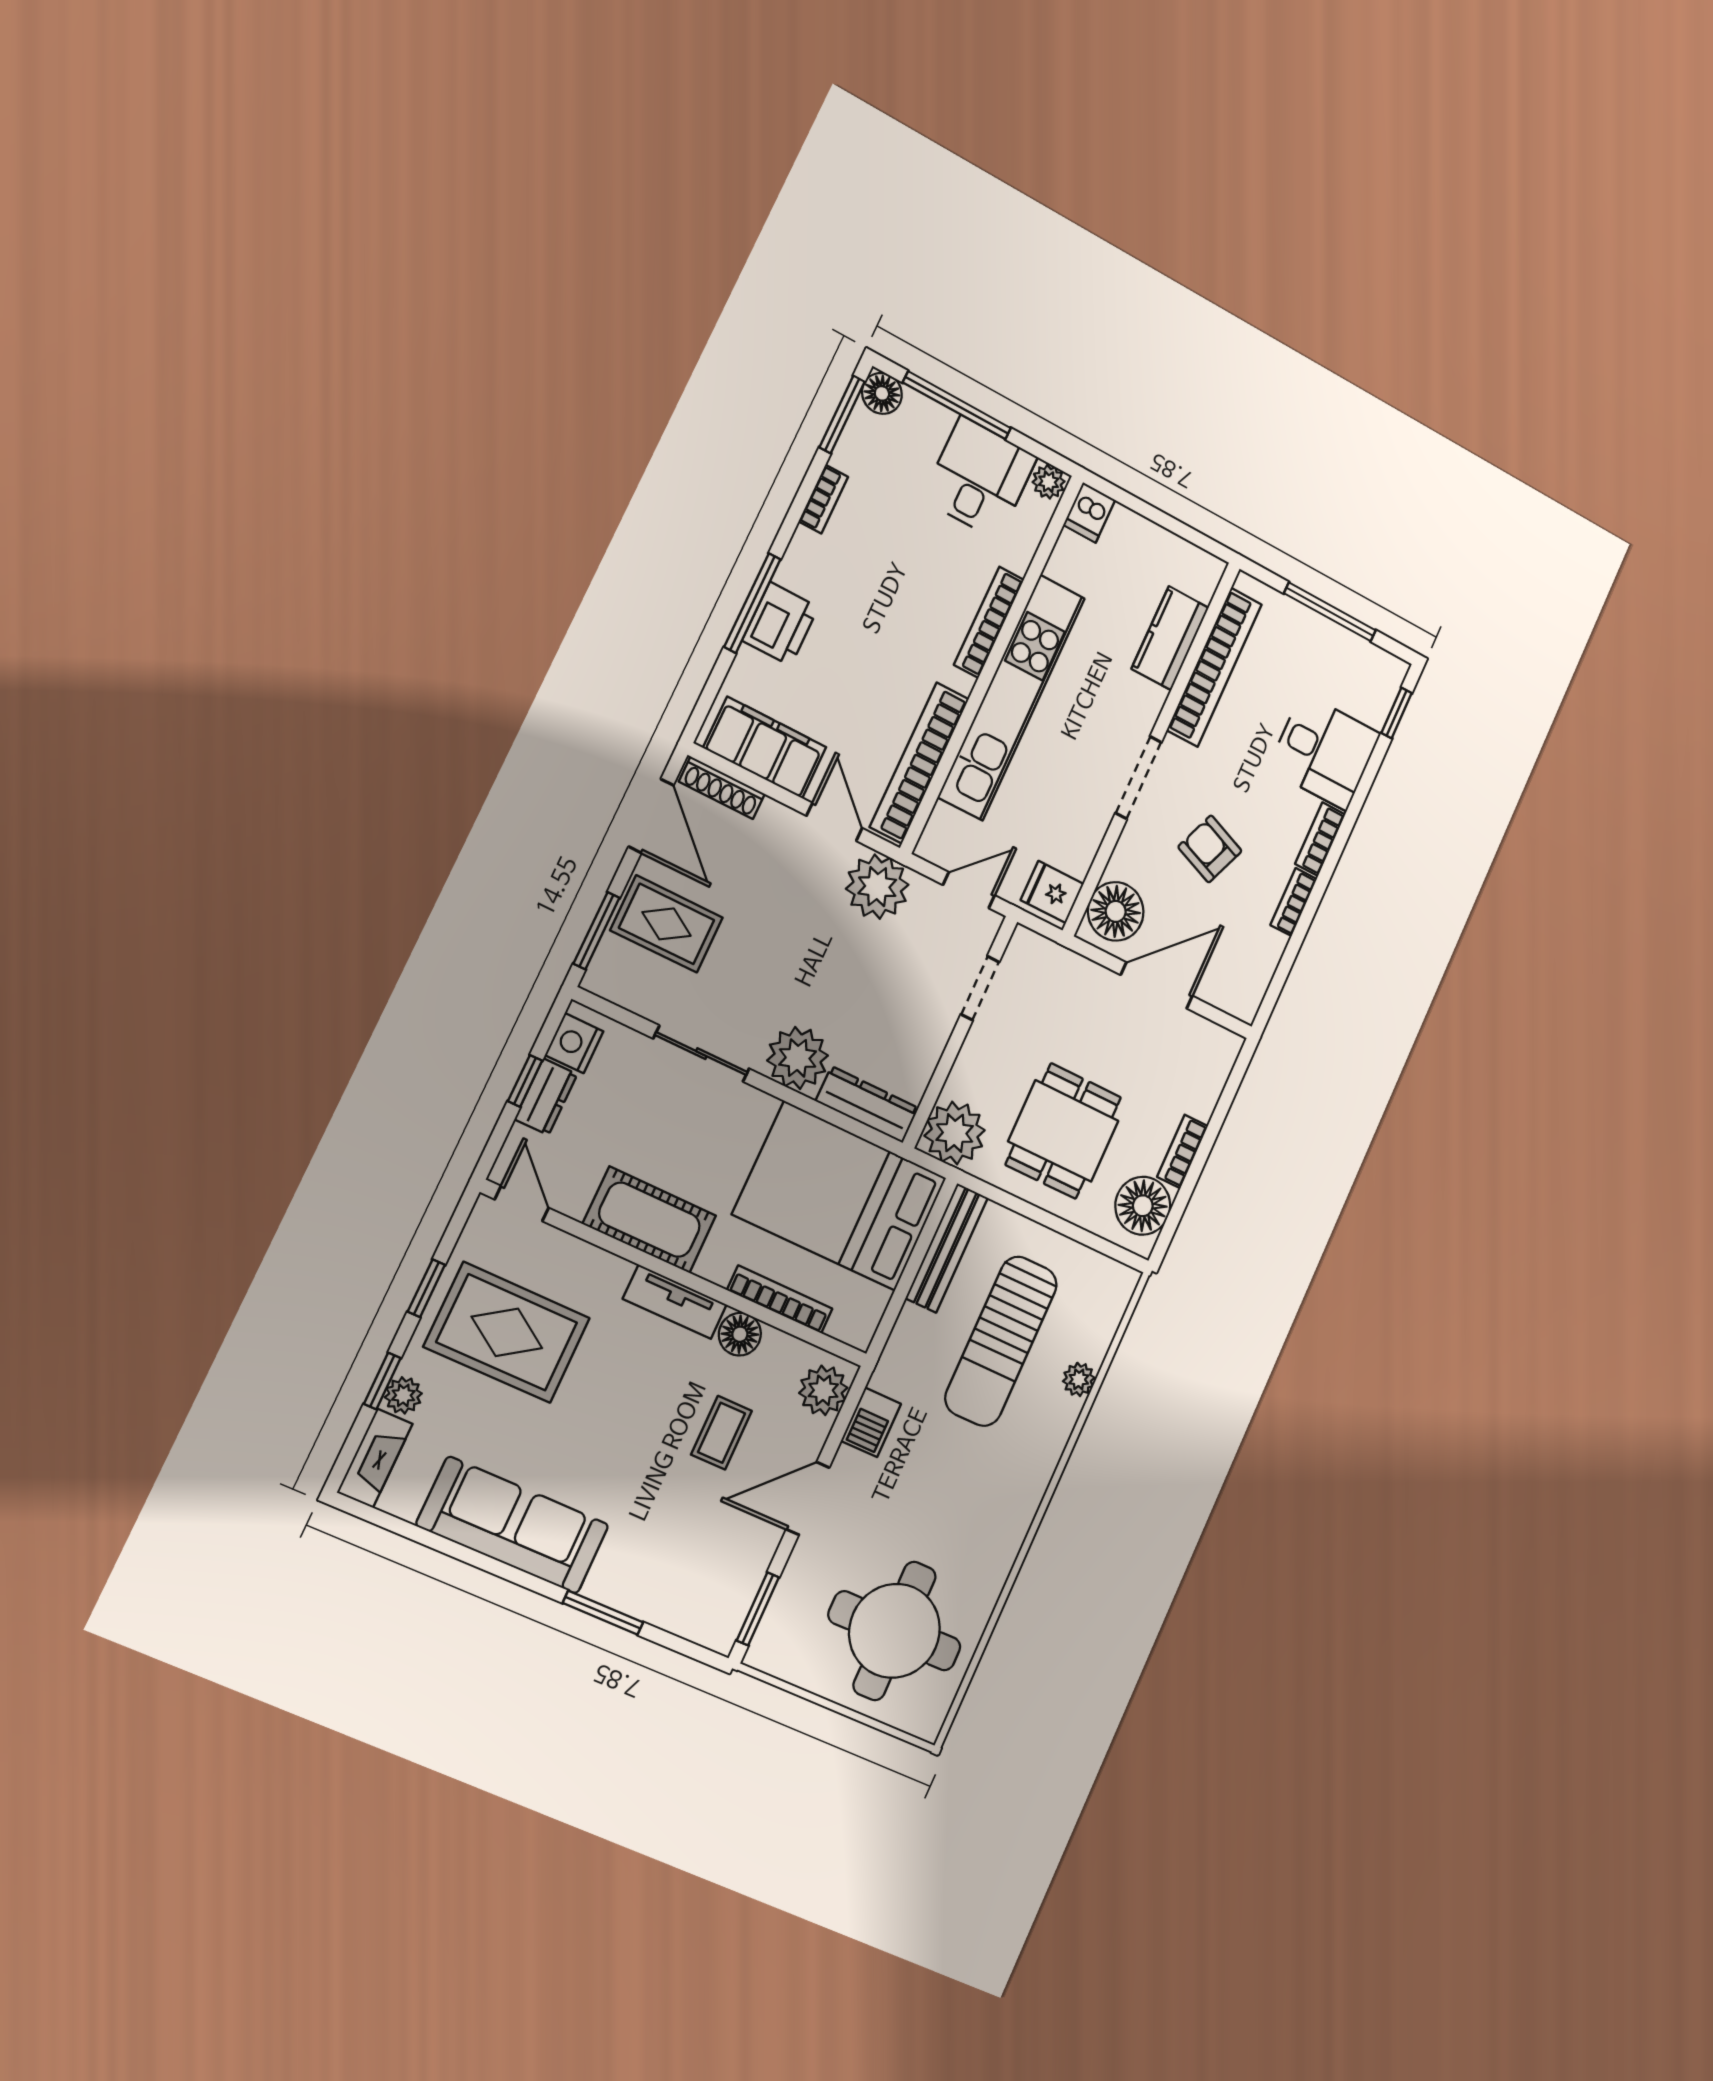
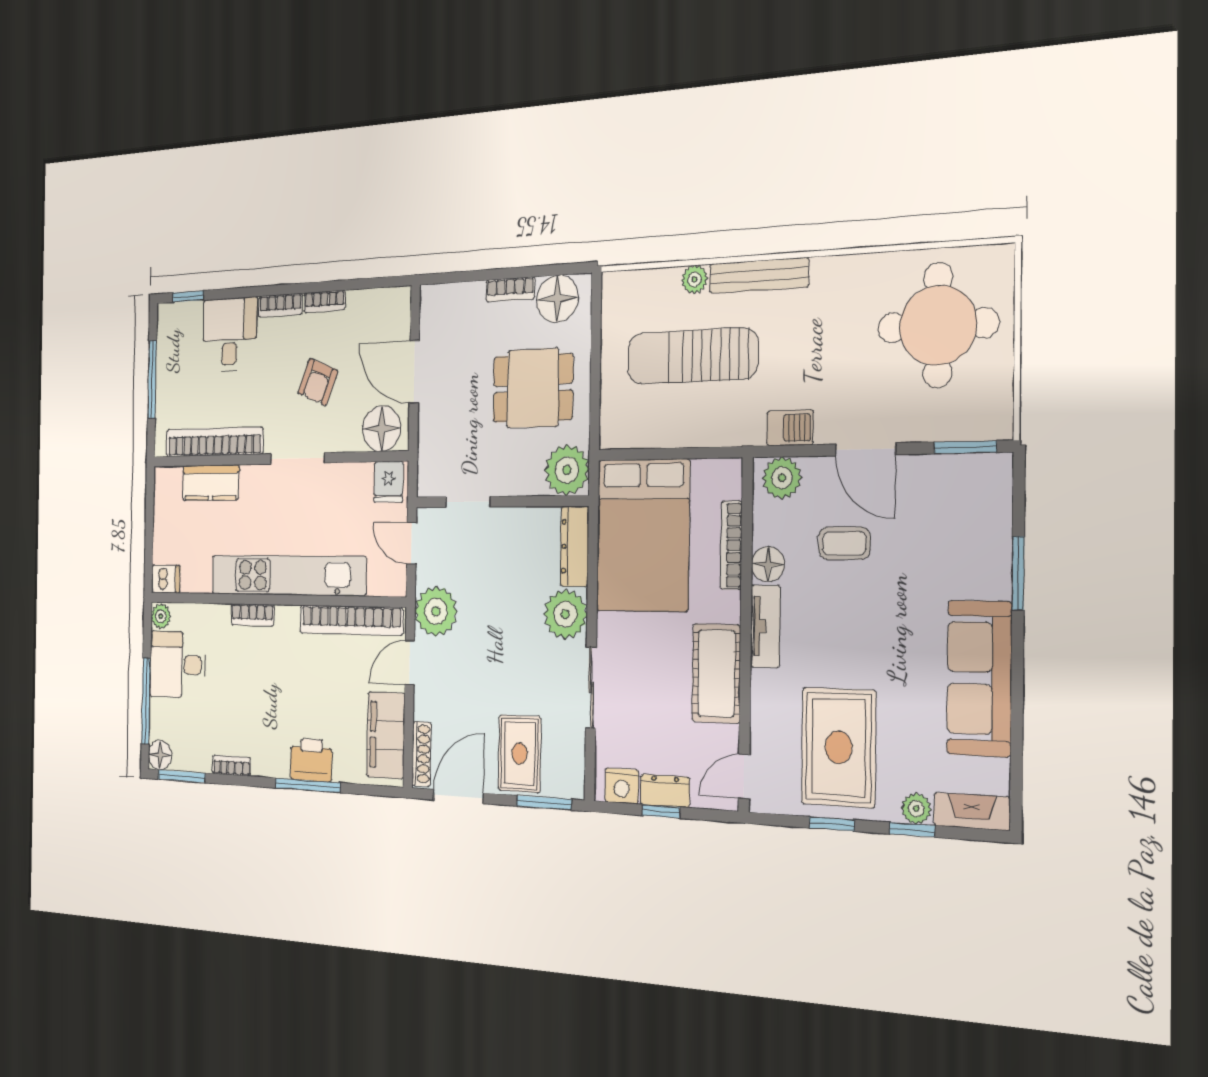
bookcase: (989, 622) -> (252, 615), width x0.64
bench: (947, 1248) -> (759, 276), moved
sun lounger: (1001, 1341) -> (692, 356), turned 180

